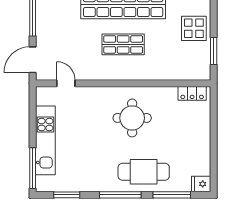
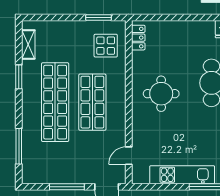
display table: (194, 28) -> (106, 46), moved
shop shelf: (123, 44) -> (92, 102), width x1.43, depth x1.36

